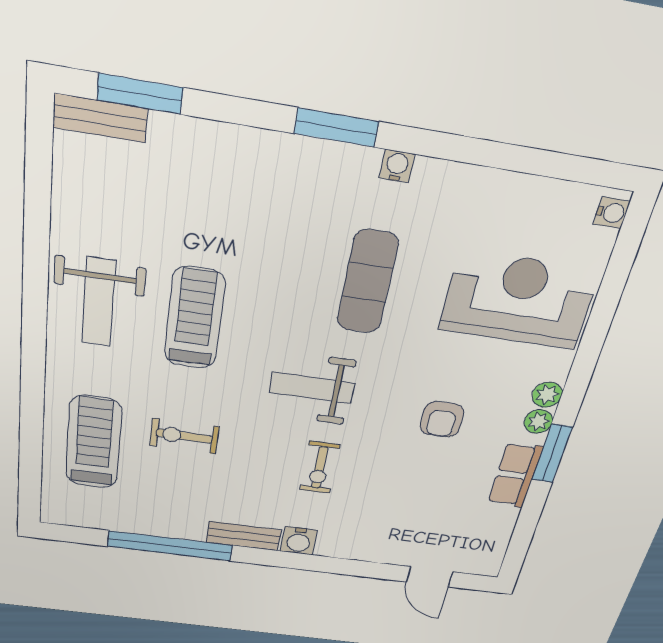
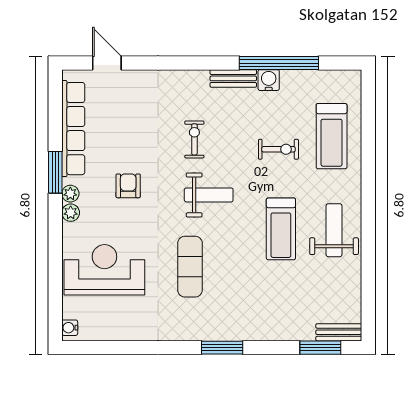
water cooler: (397, 166) -> (188, 333), removed
reception desk: (519, 300) -> (104, 270), turned 180
row of seats: (515, 475) -> (73, 129), width x2.02
water cooler: (299, 541) -> (269, 80), moved

